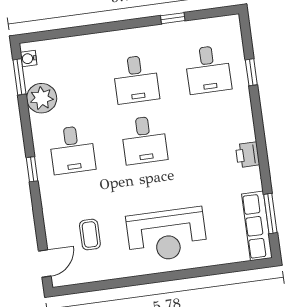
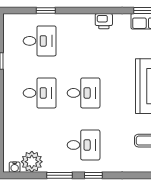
window: (20, 77) -> (60, 175), moved
plant: (42, 98) -> (32, 162), moved

